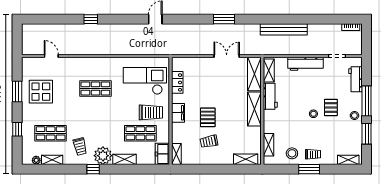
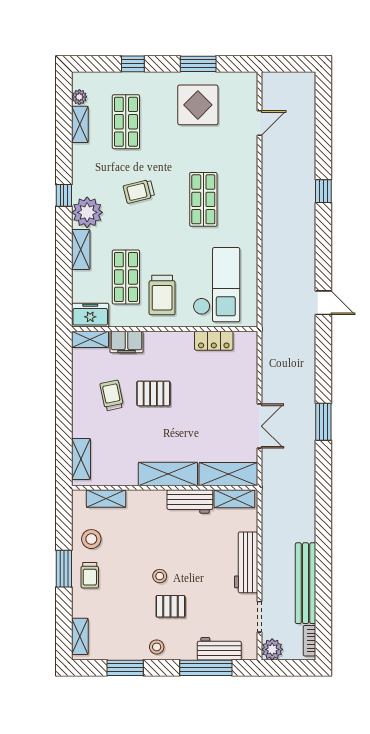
bench: (284, 29) -> (306, 583), moved
plant: (356, 49) -> (272, 649), added
window: (367, 101) -> (206, 668), moved
filing cabinet: (178, 113) -> (127, 342), moved
trolley: (80, 146) -> (139, 191), moved

